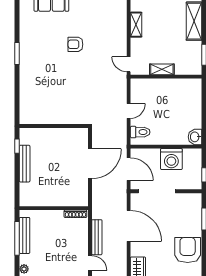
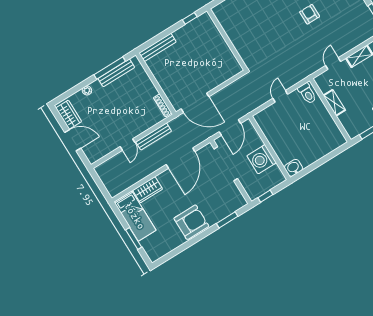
door: (129, 64) -> (333, 64), moved
door: (129, 111) -> (280, 96), swing flipped
toilet: (140, 132) -> (307, 93), moved
bench: (25, 164) -> (158, 47), moved
door: (90, 164) -> (195, 103), moved

